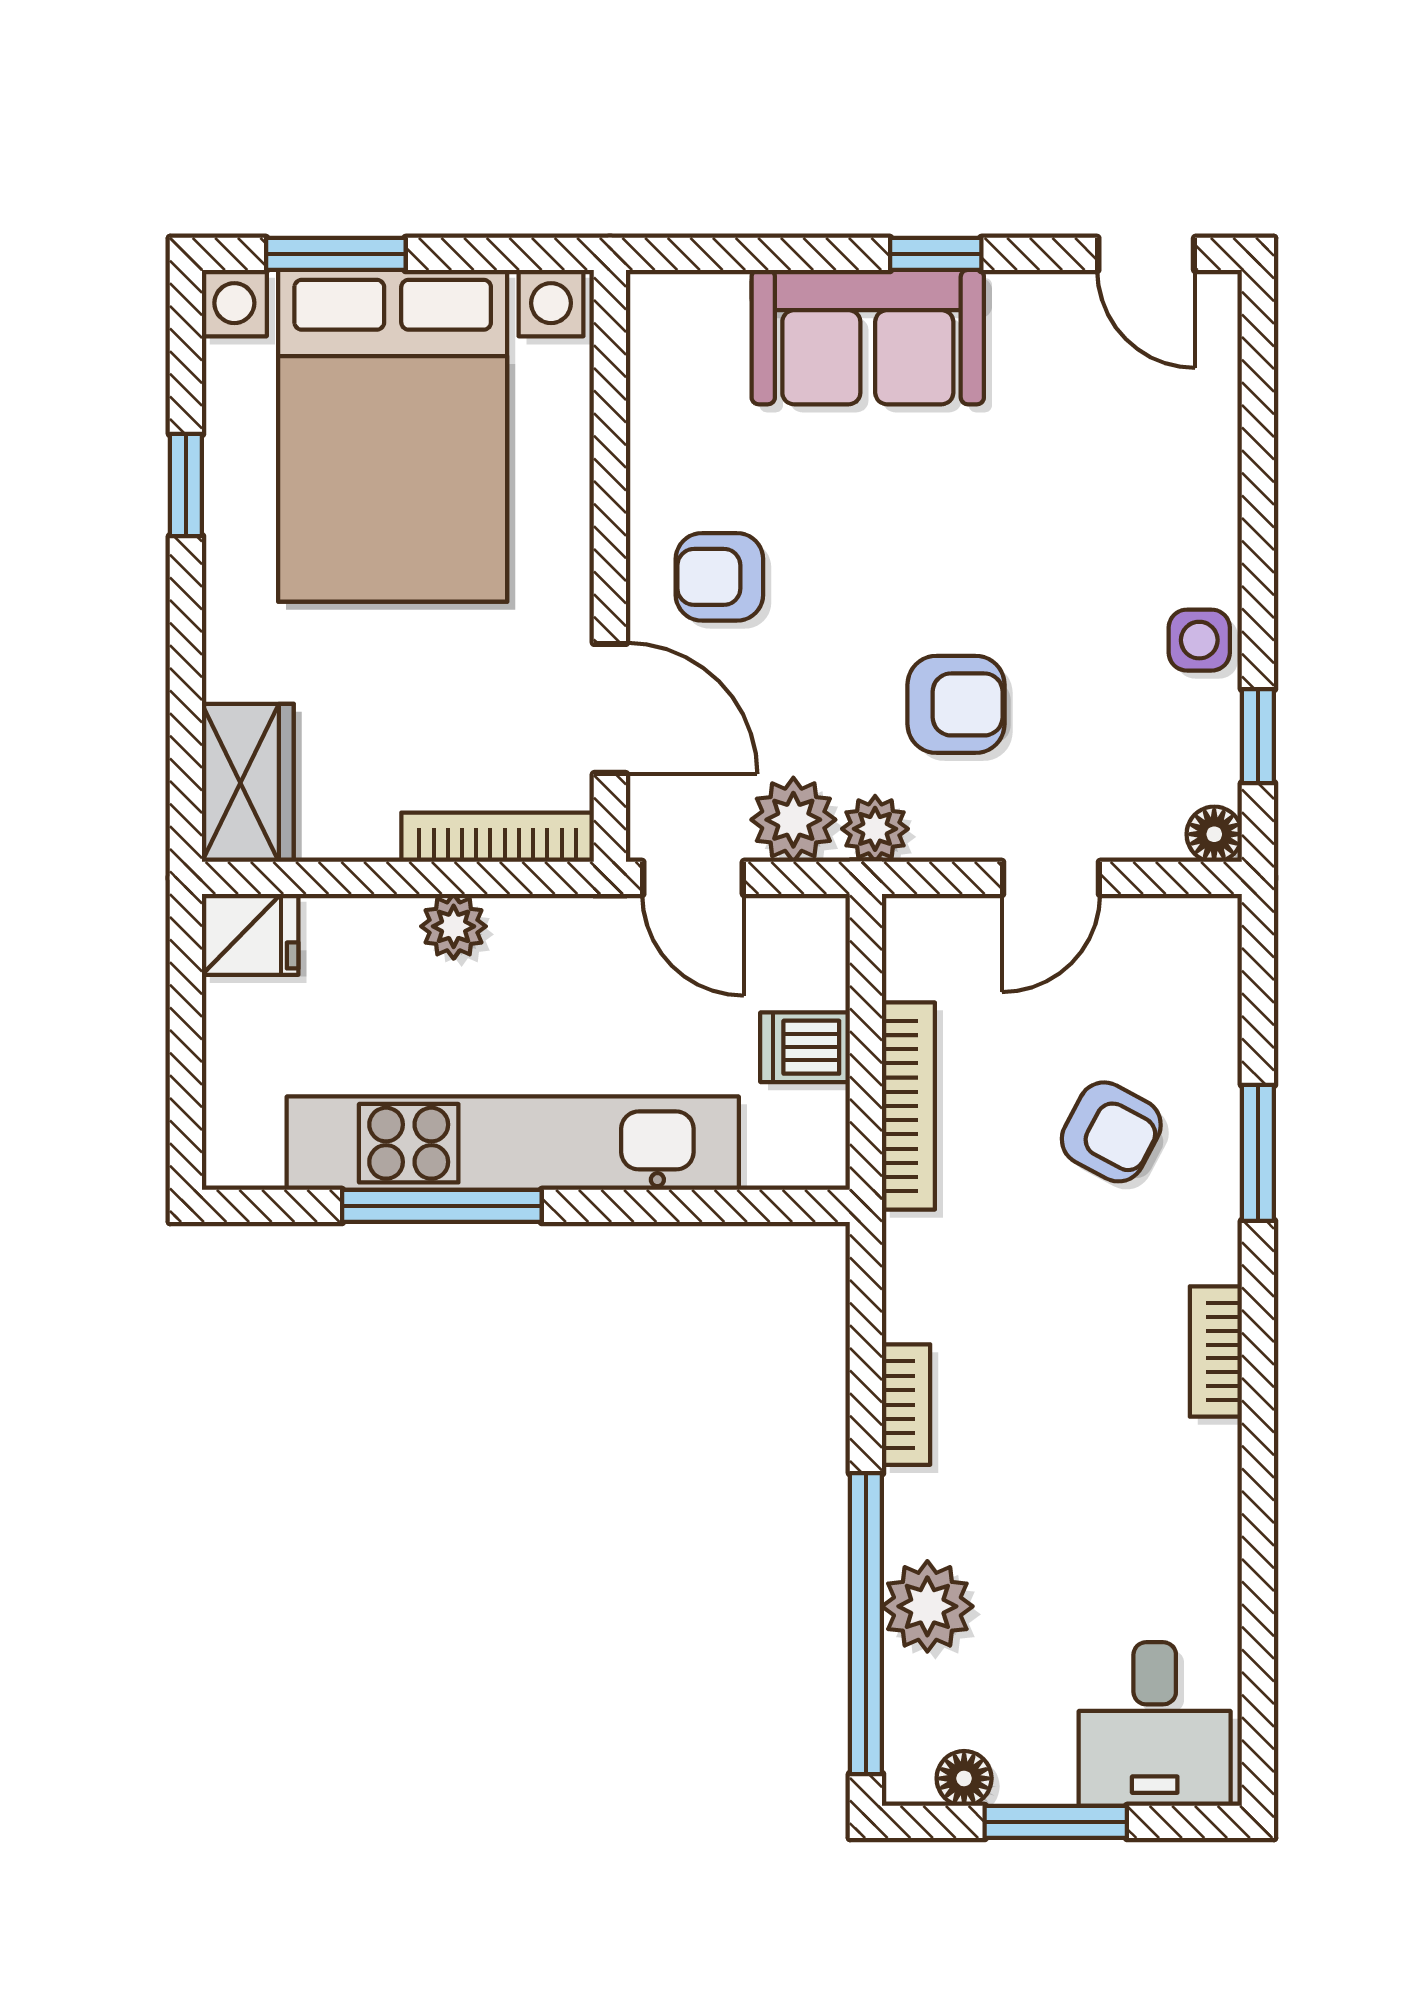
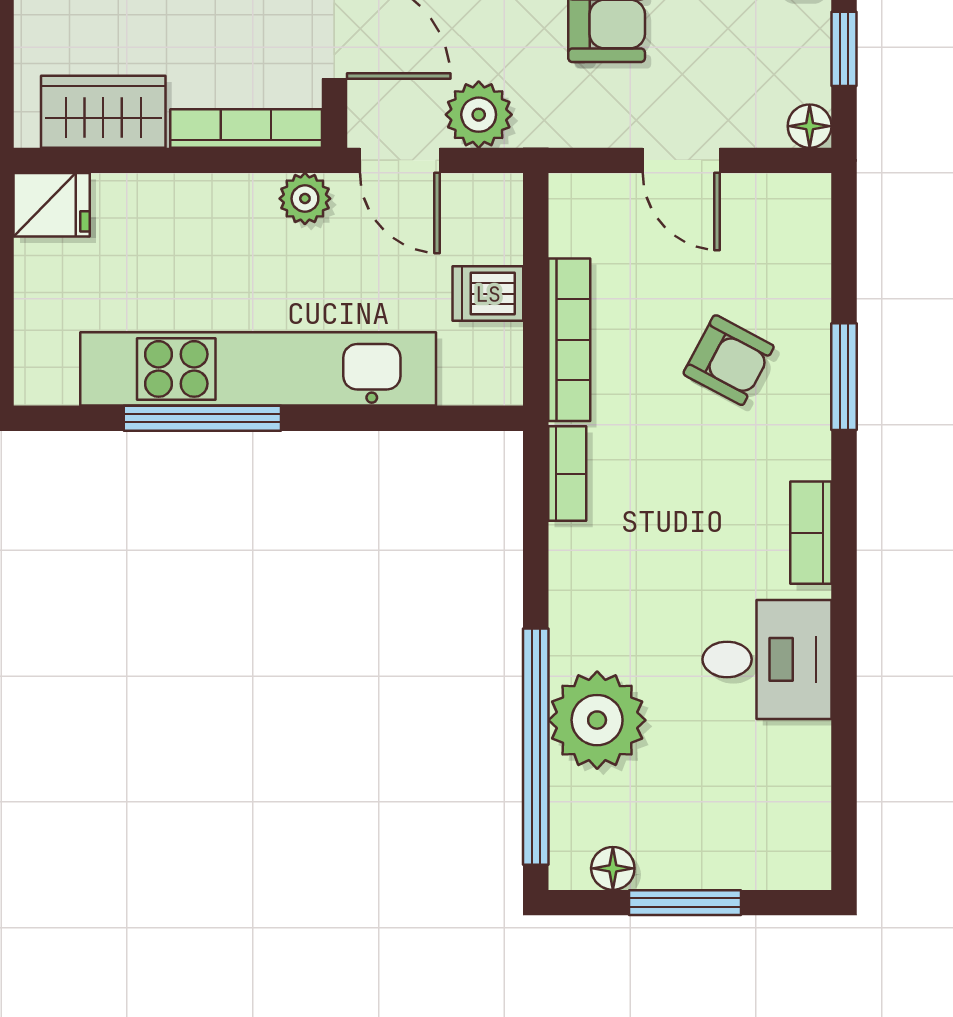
wardrobe: (248, 783) -> (103, 112), moved, turned -90
plant: (875, 829) -> (543, 122), removed
door: (1051, 878) -> (681, 160), hinge flipped
plant: (454, 926) -> (305, 199), moved
bookcase: (906, 1405) -> (567, 474), moved
plant: (927, 1606) -> (597, 720), width x1.36, depth x1.36
desk: (1155, 1724) -> (767, 659), moved, turned -90

